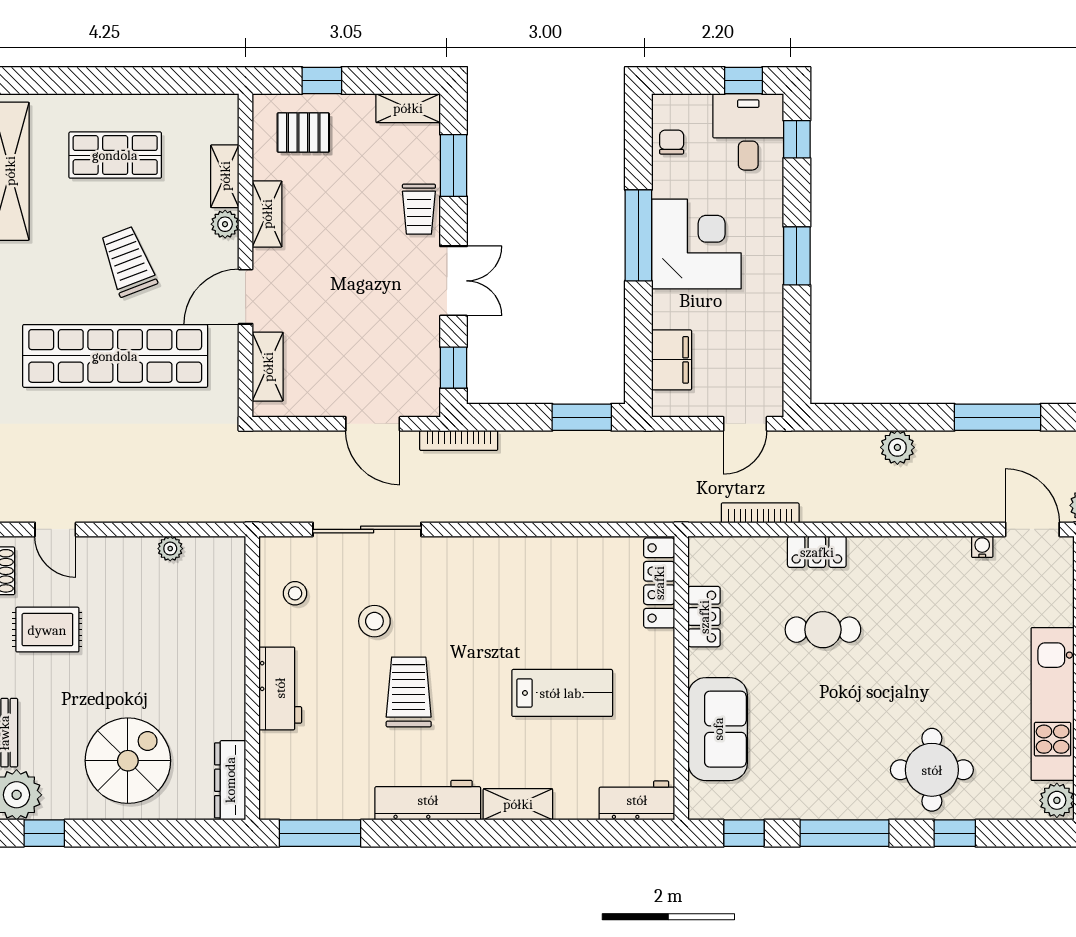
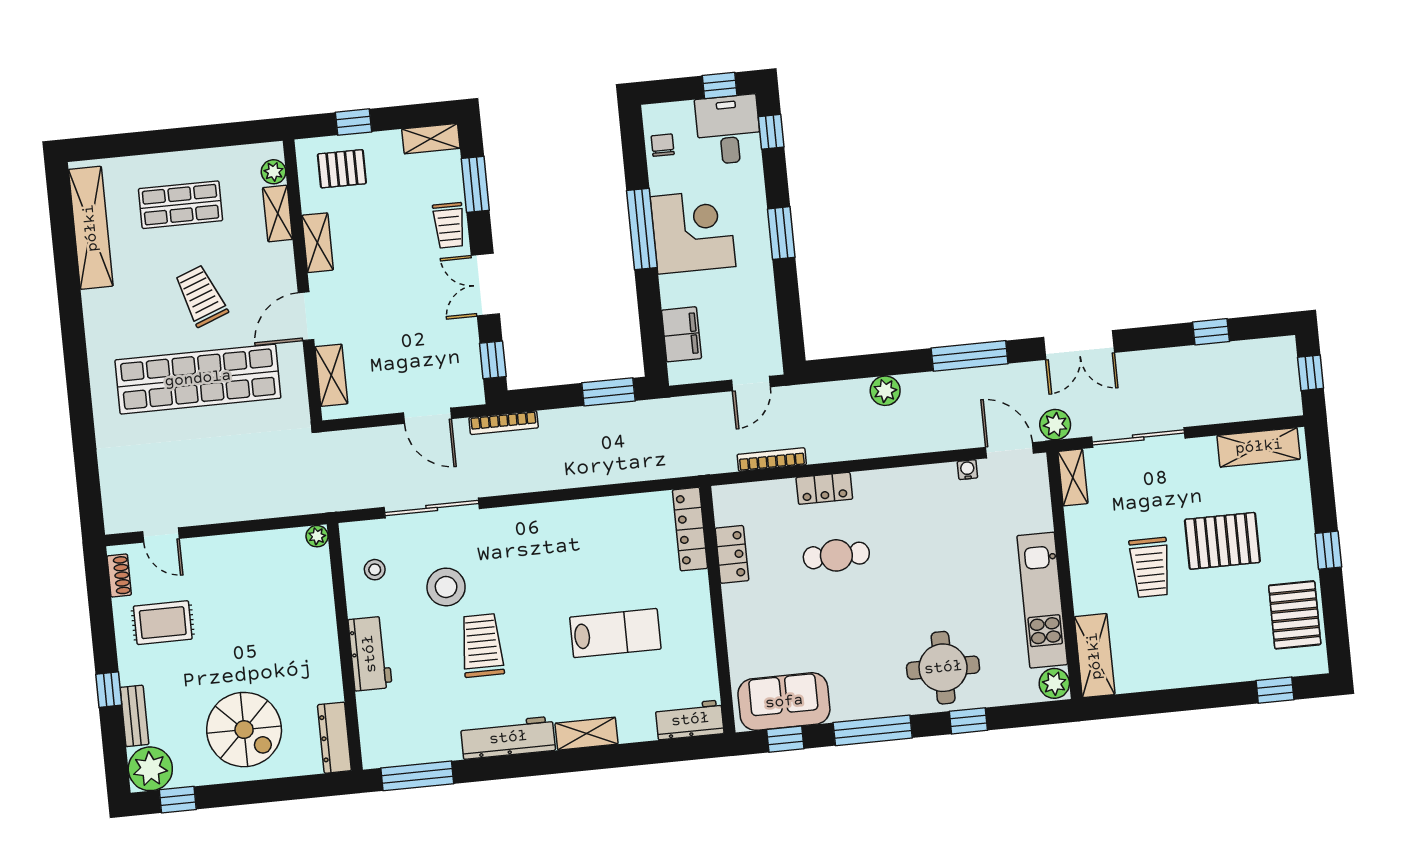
plant: (225, 224) -> (274, 172), moved
double door: (454, 281) -> (485, 285), swing flipped
plant: (170, 549) -> (317, 536), moved
stool: (374, 621) -> (446, 587), width x1.38, depth x1.38
sofa: (718, 729) -> (784, 702), moved, turned -90
spiral stairs: (128, 761) -> (244, 730), turned 90

